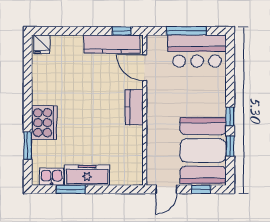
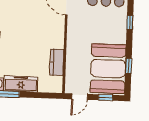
kitchen counter: (134, 107) -> (57, 62), moved
window: (230, 116) -> (130, 22), moved

